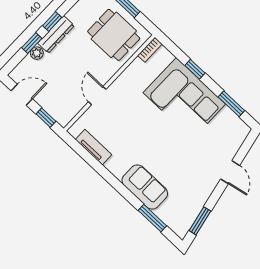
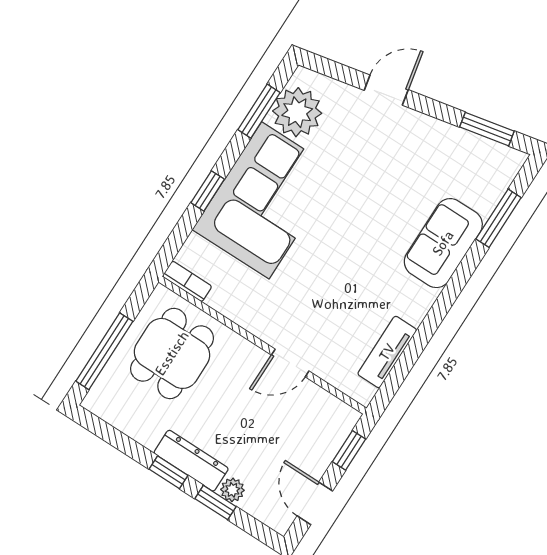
plant: (227, 124) -> (297, 112), added

